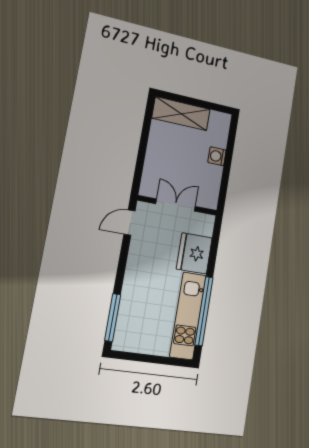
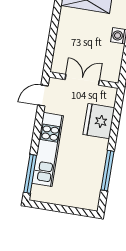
window: (204, 311) -> (108, 171), width x0.68
kitchen unit: (188, 316) -> (48, 149), moved, turned 180

